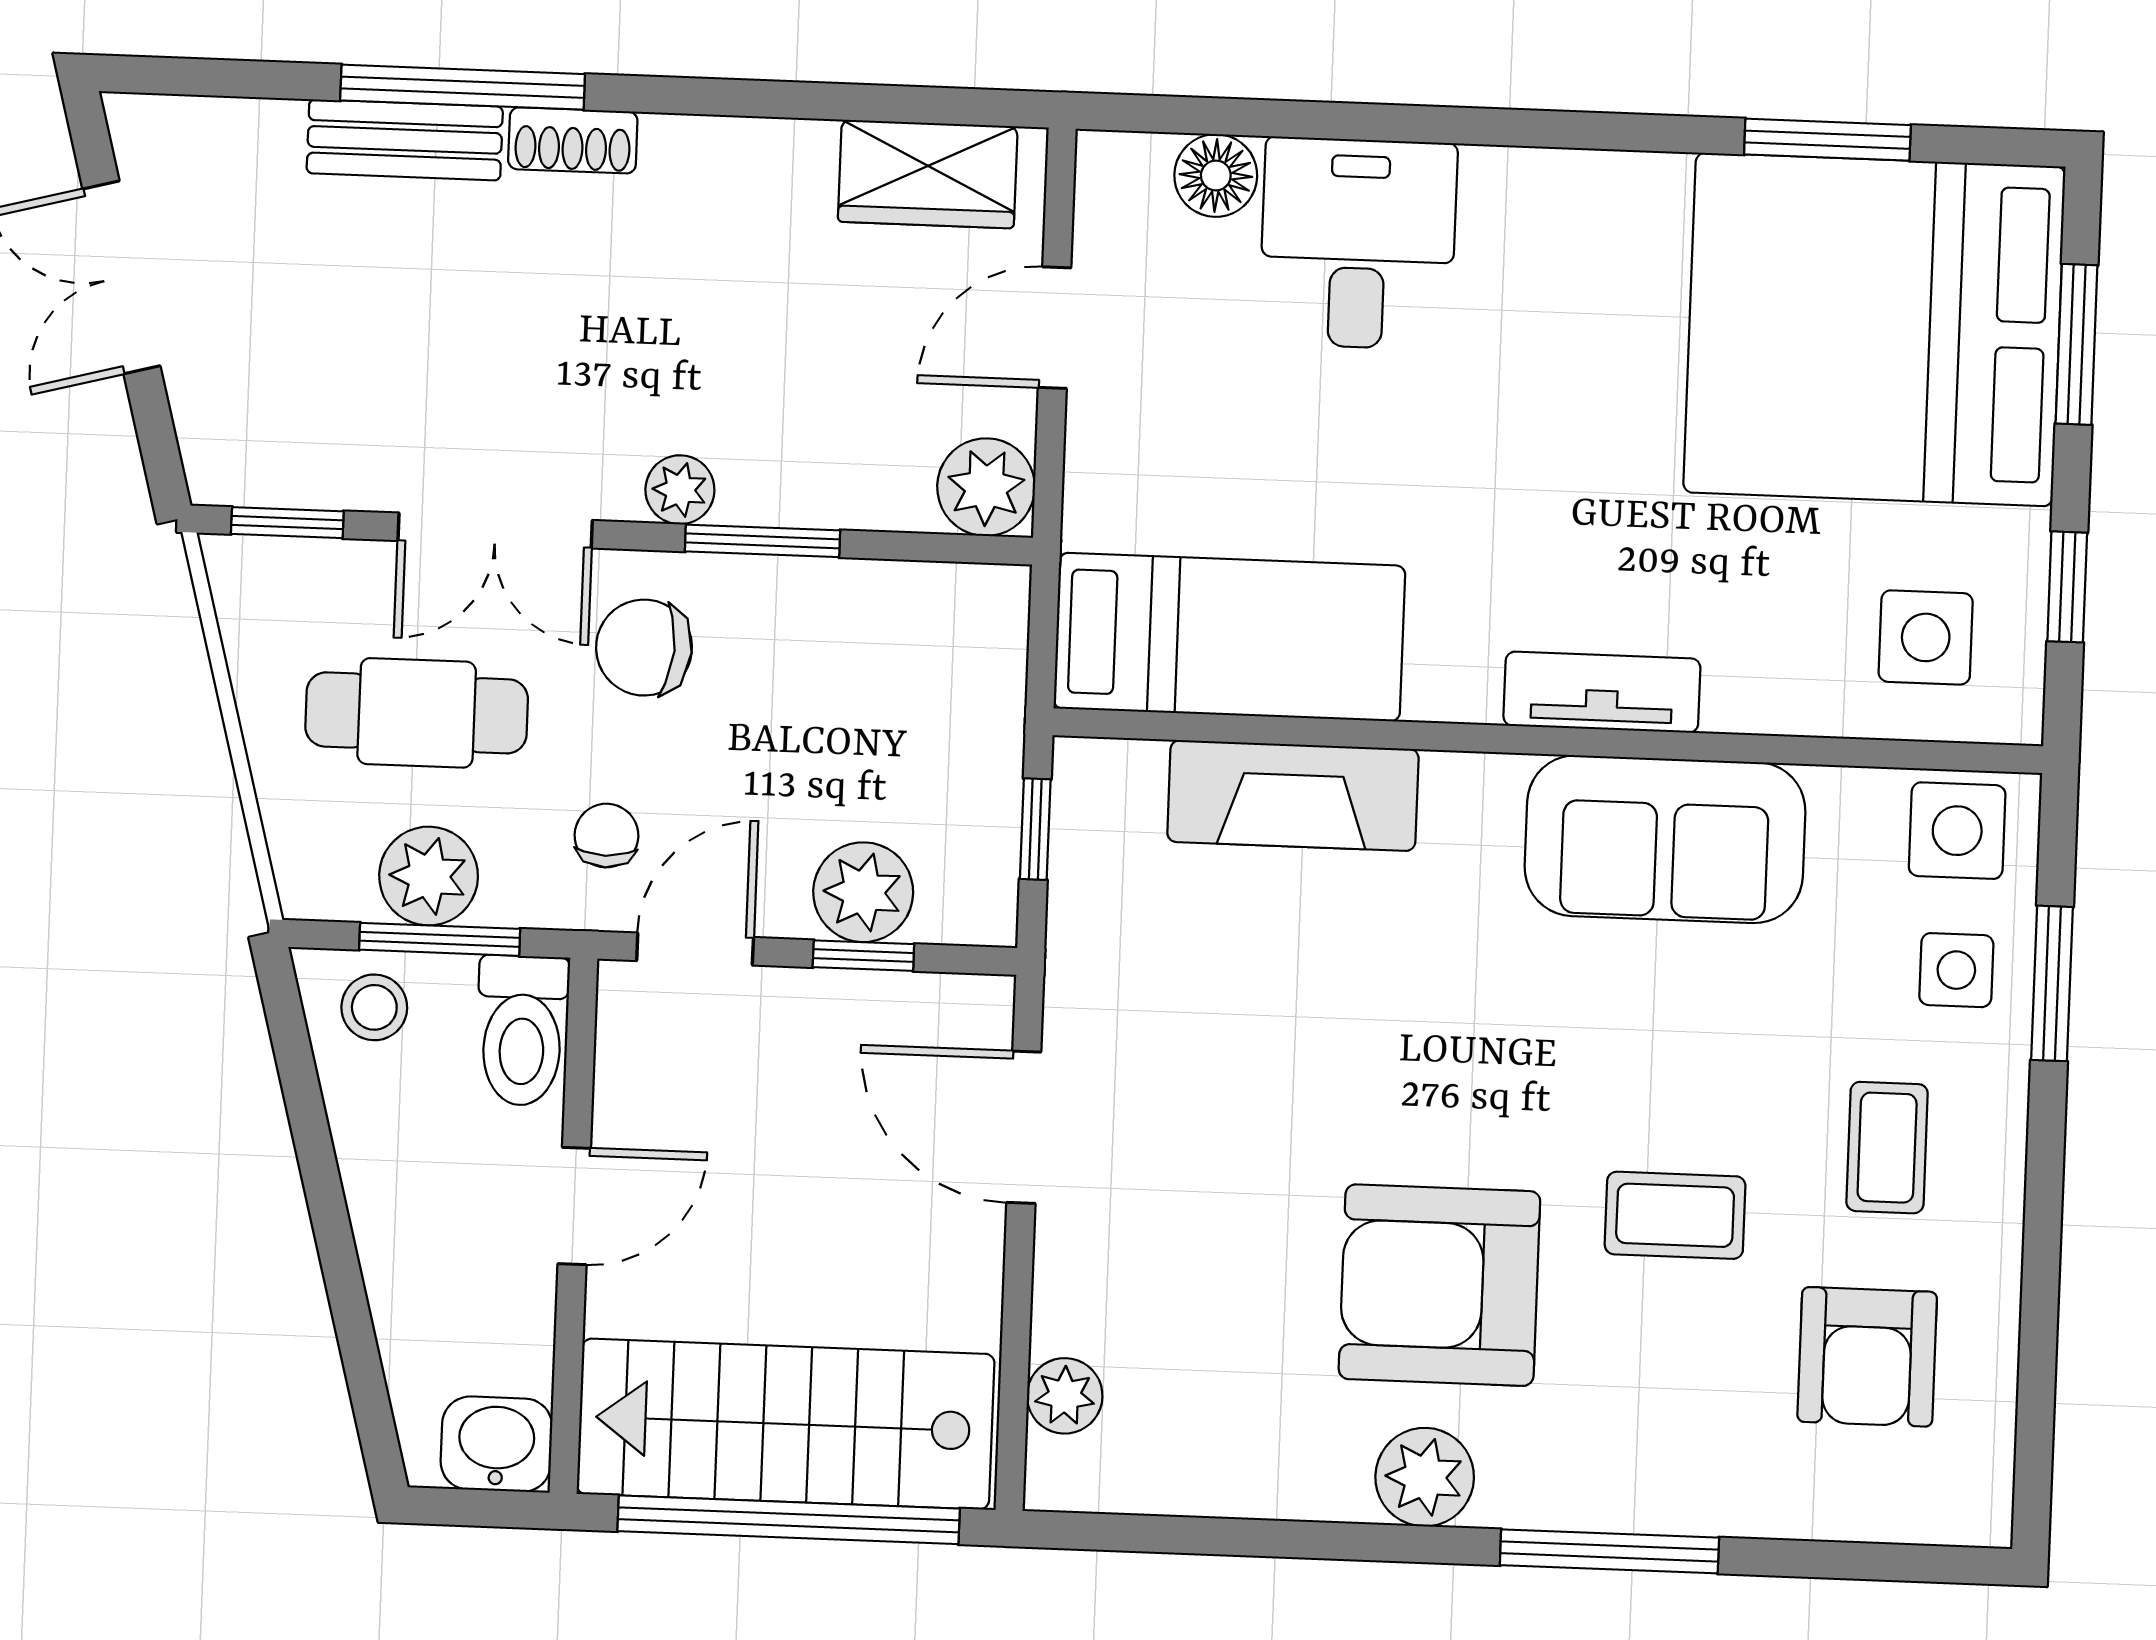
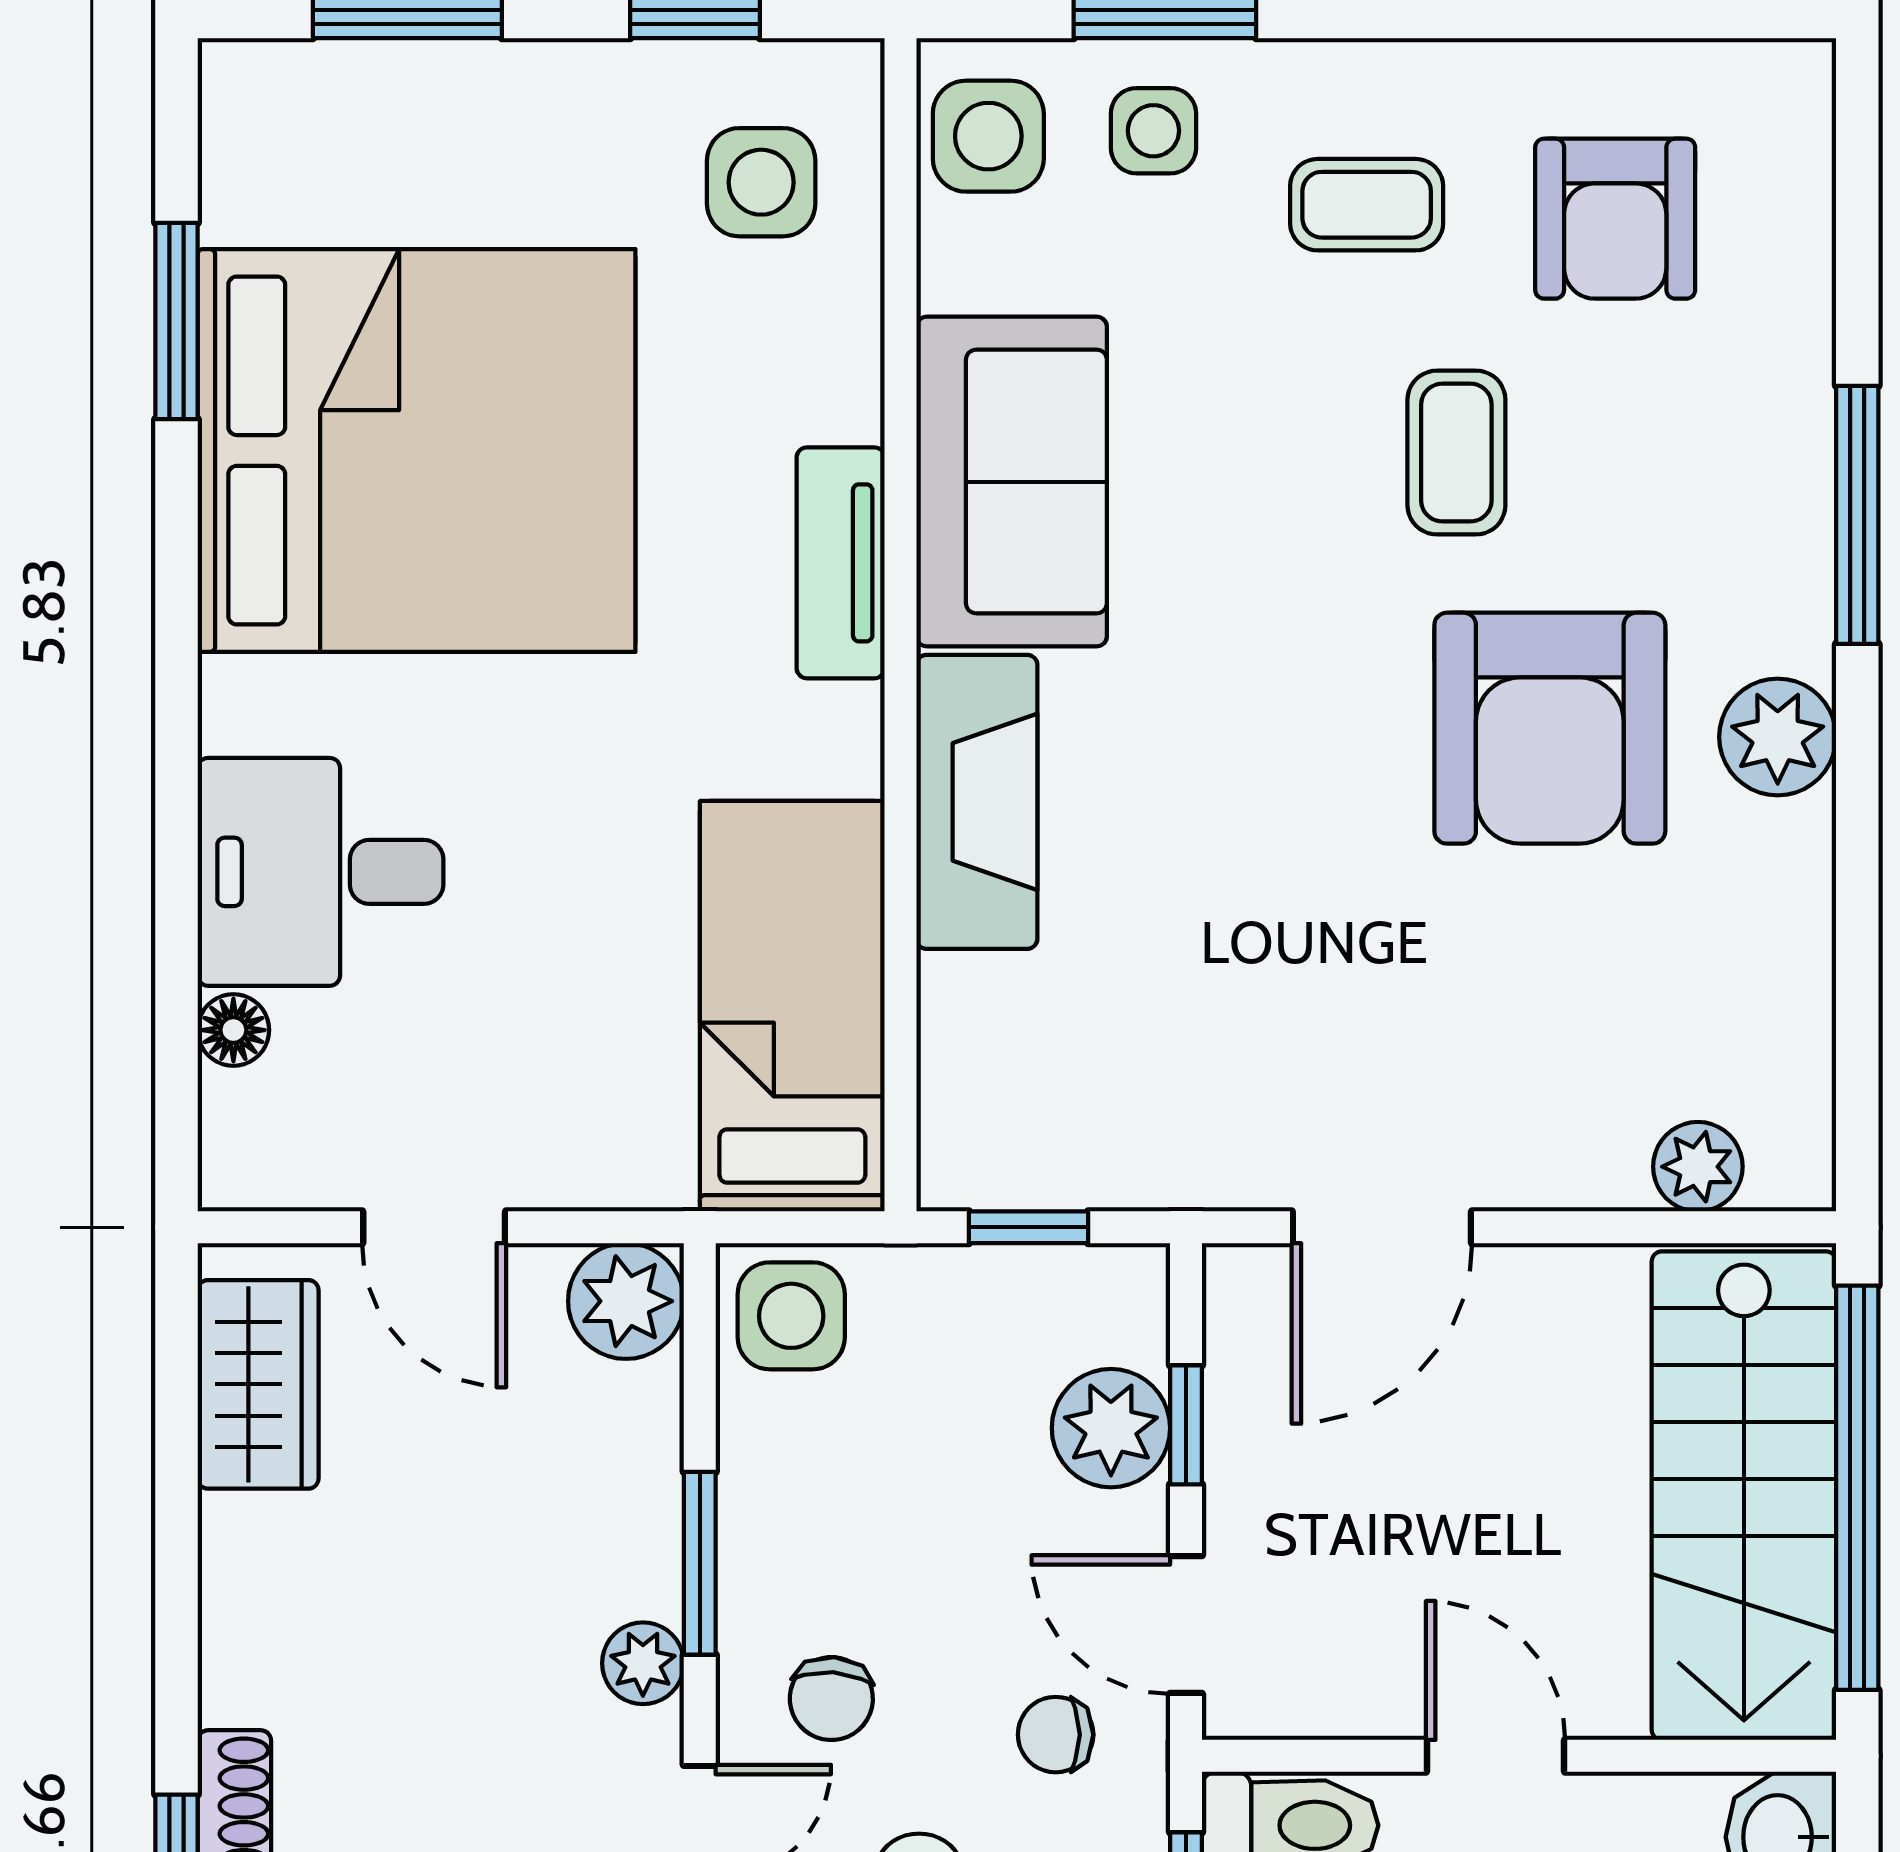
floor lamp: (1216, 175) -> (233, 1030), width x0.73, depth x0.73
bed: (1874, 329) -> (417, 450), moved, turned -90
side table: (968, 626) -> (791, 1316), added
chair: (644, 648) -> (831, 1699), width x0.73, depth x0.73
fireplace: (1293, 795) -> (977, 802), moved
armchair: (1867, 1357) -> (1615, 219), turned 90

